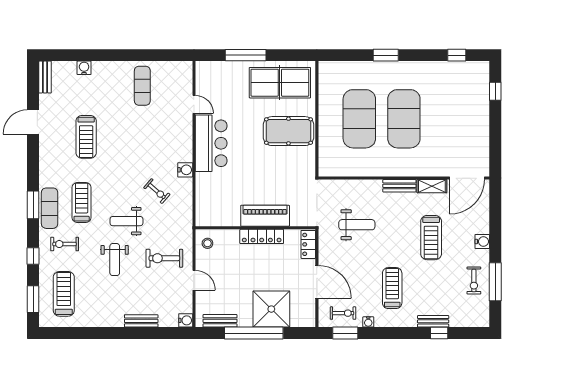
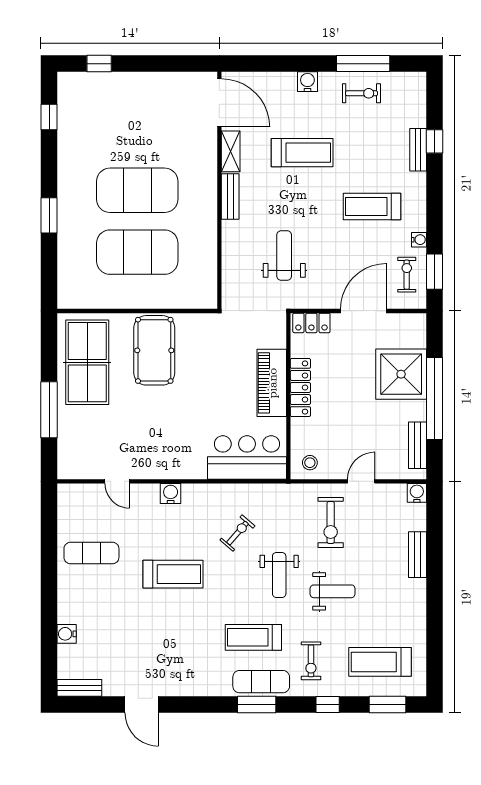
door: (194, 104) -> (117, 481), swing flipped
treadmill: (86, 137) -> (173, 574), moved
bar counter: (211, 143) -> (247, 457), moved
water cooler: (185, 170) -> (171, 494), moved

